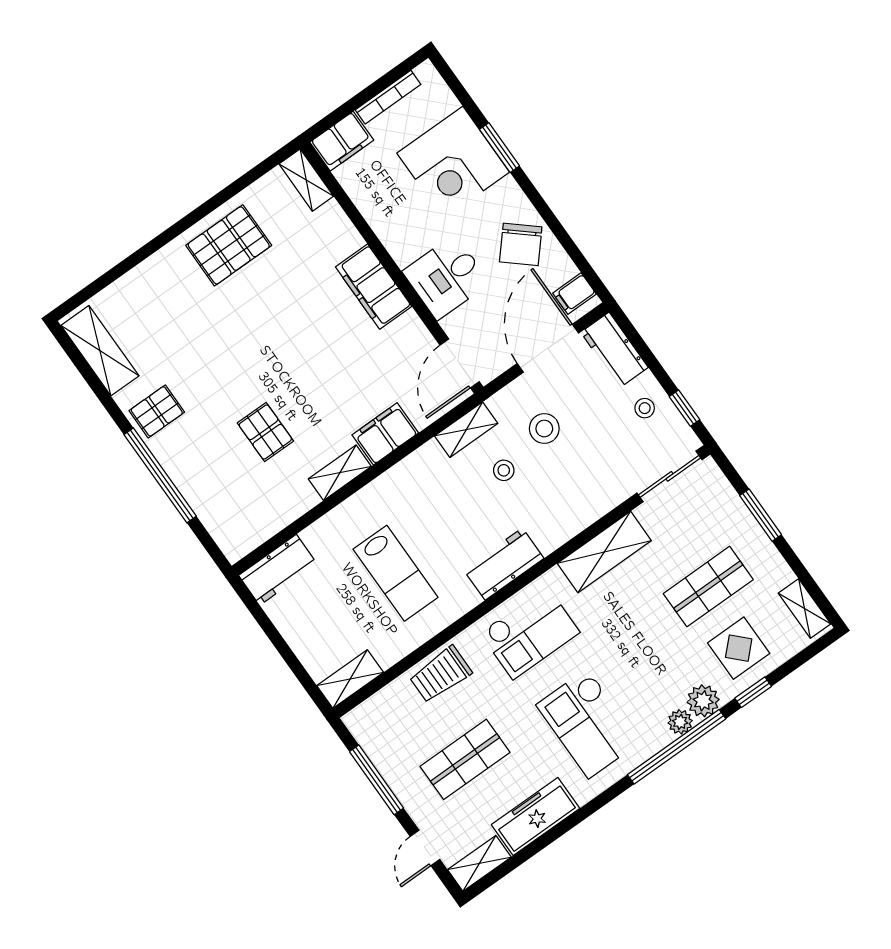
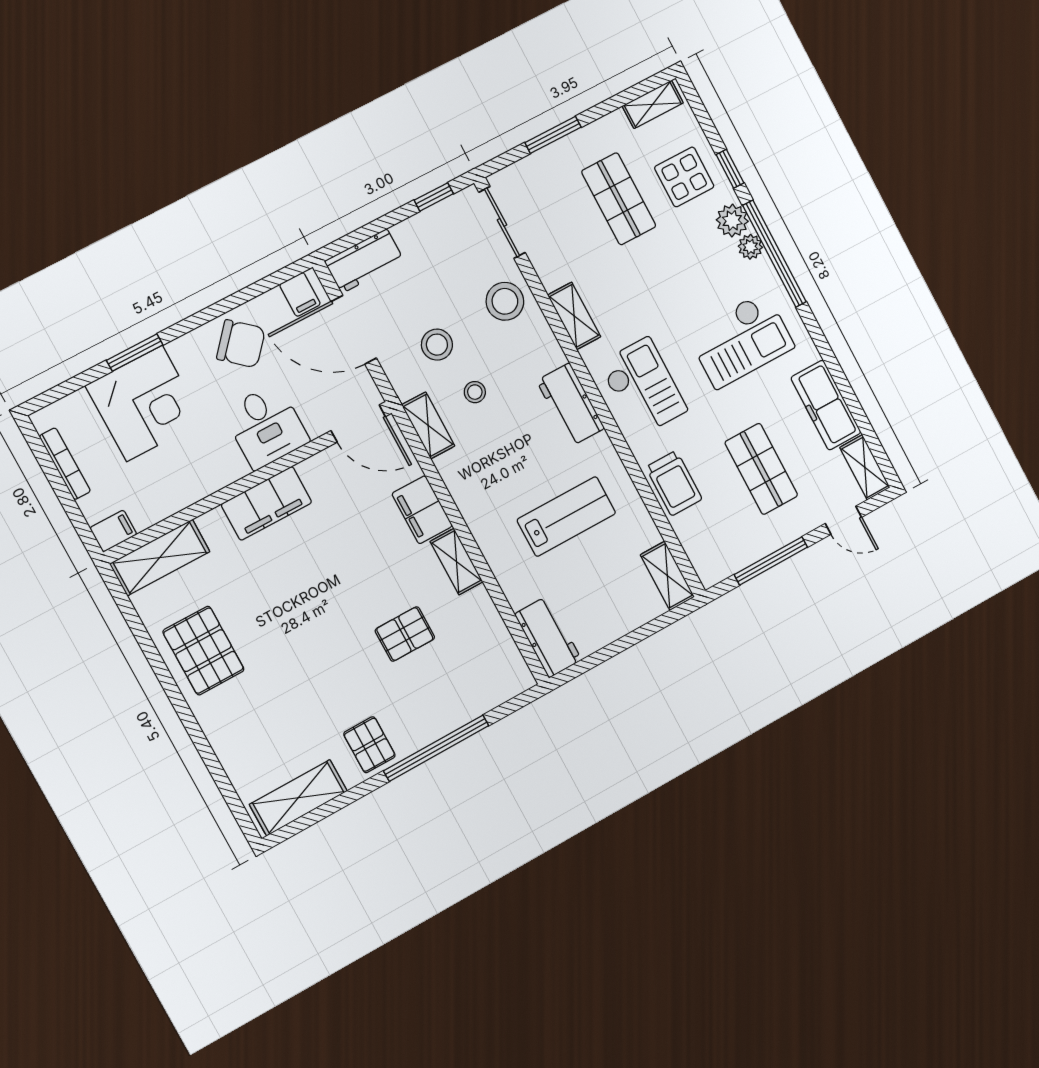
filing cabinet: (342, 141) -> (113, 531), width x0.50
shelving: (306, 180) -> (160, 558), width x1.50, depth x1.33
stool: (645, 408) -> (505, 301), moved, width x1.89, depth x1.89
shelving: (604, 552) -> (574, 316), width x0.67, depth x0.75

